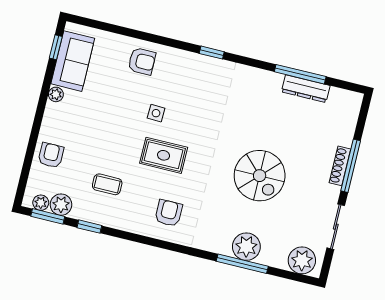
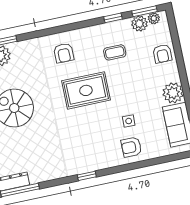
plant: (56, 94) -> (173, 93), width x1.88, depth x1.88
side table: (156, 113) -> (129, 121), moved
rug: (164, 155) -> (86, 90), width x1.36, depth x1.43

